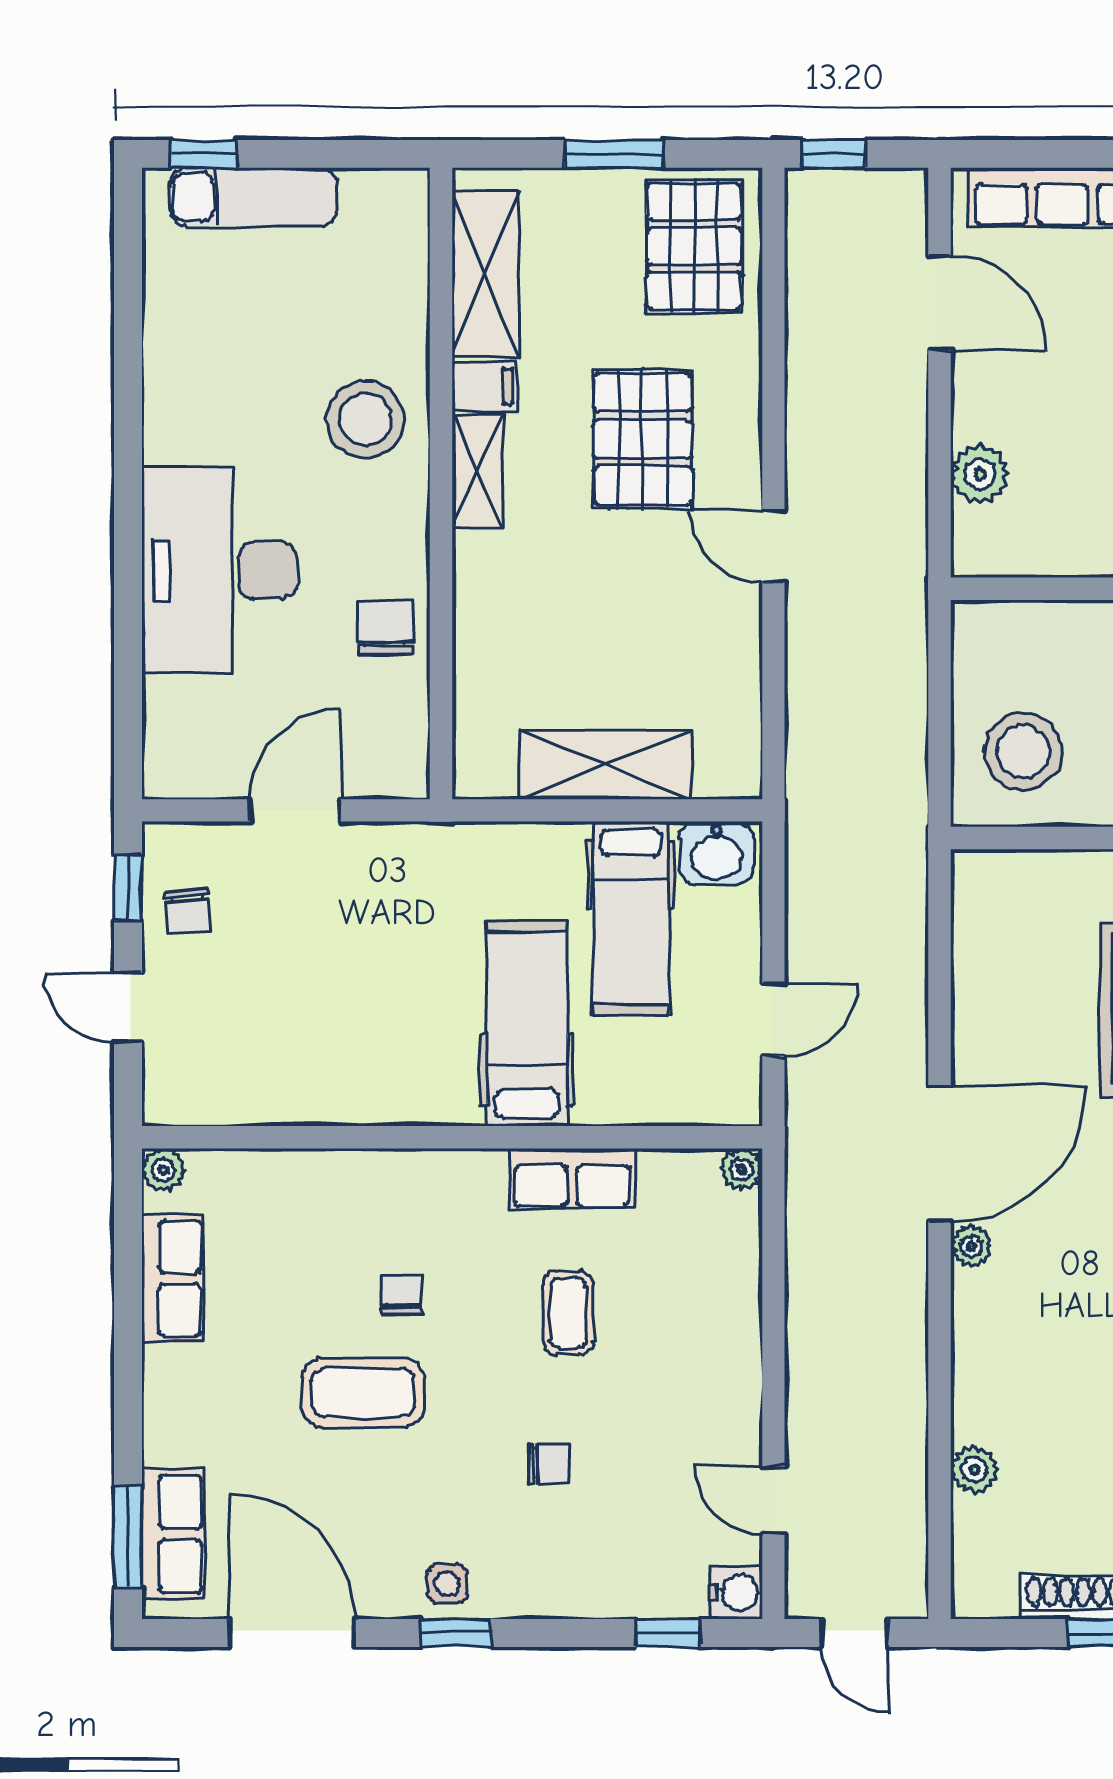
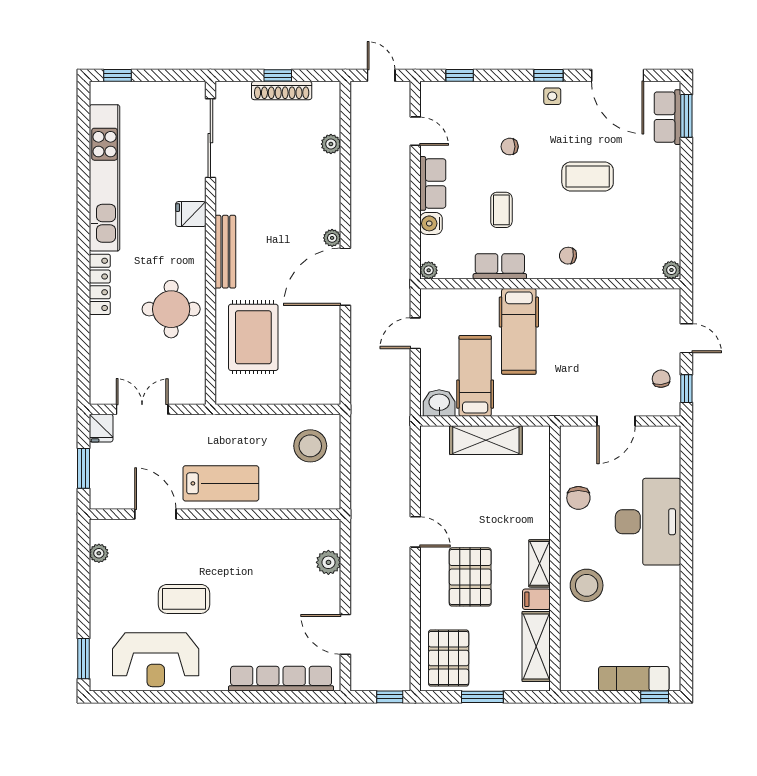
row of seats: (173, 1279) -> (433, 183), moved, turned 180
chair: (402, 1295) -> (568, 256), moved, turned 97
water cooler: (736, 1593) -> (431, 223), moved

